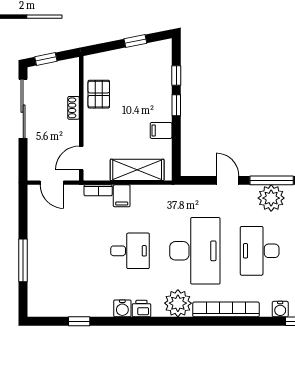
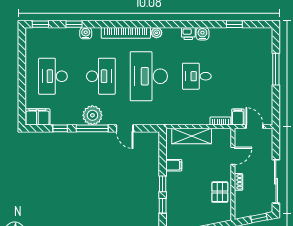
door: (81, 158) -> (233, 156), moved
filing cabinet: (122, 196) -> (238, 117), moved
plant: (178, 303) -> (157, 33), width x0.53, depth x0.53

